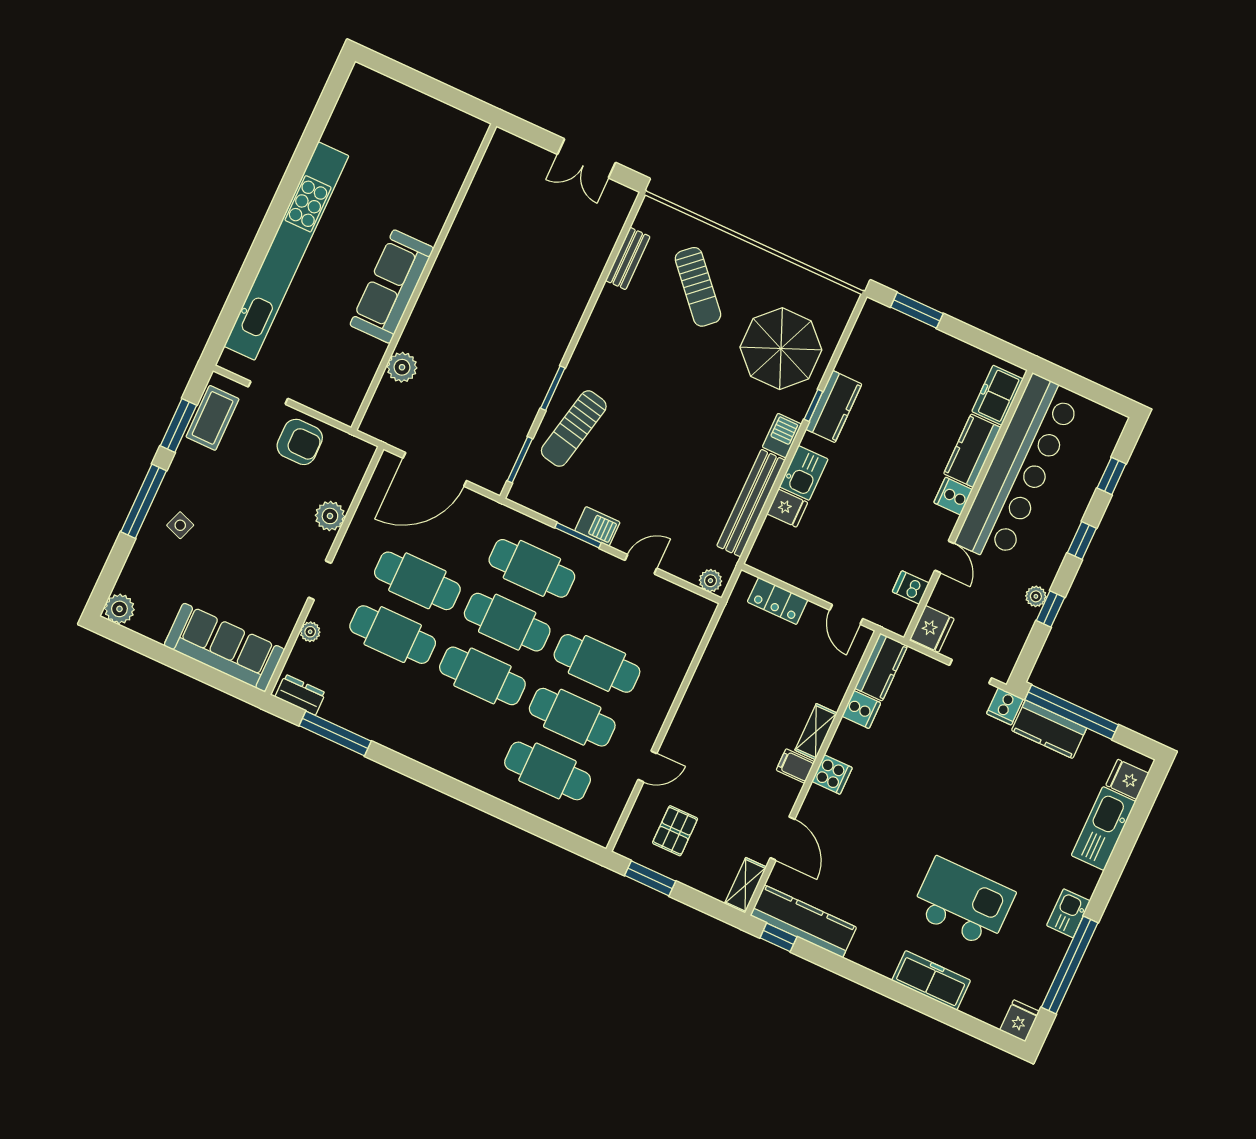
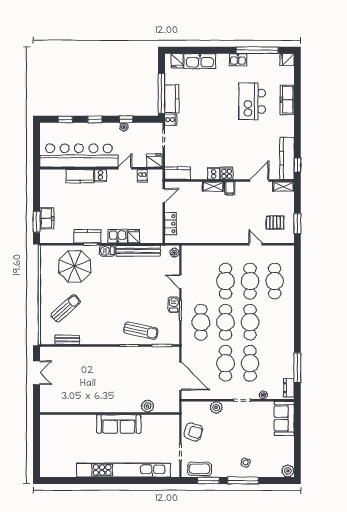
freezer: (998, 395) -> (47, 218), moved, turned -90
armchair: (300, 442) -> (193, 432), turned 106
sofa: (224, 647) -> (284, 418), width x0.73
cooker: (861, 710) -> (214, 173), moved

